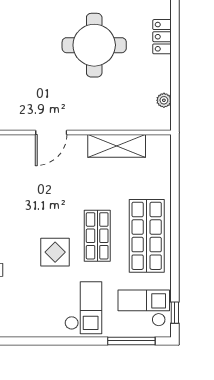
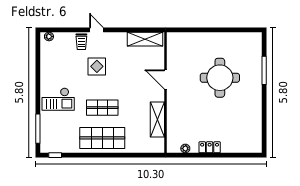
locker: (162, 37) -> (210, 147), moved
round table: (94, 45) -> (220, 78), moved
display table: (55, 252) -> (97, 66), moved
checkout: (144, 308) -> (58, 136), removed

